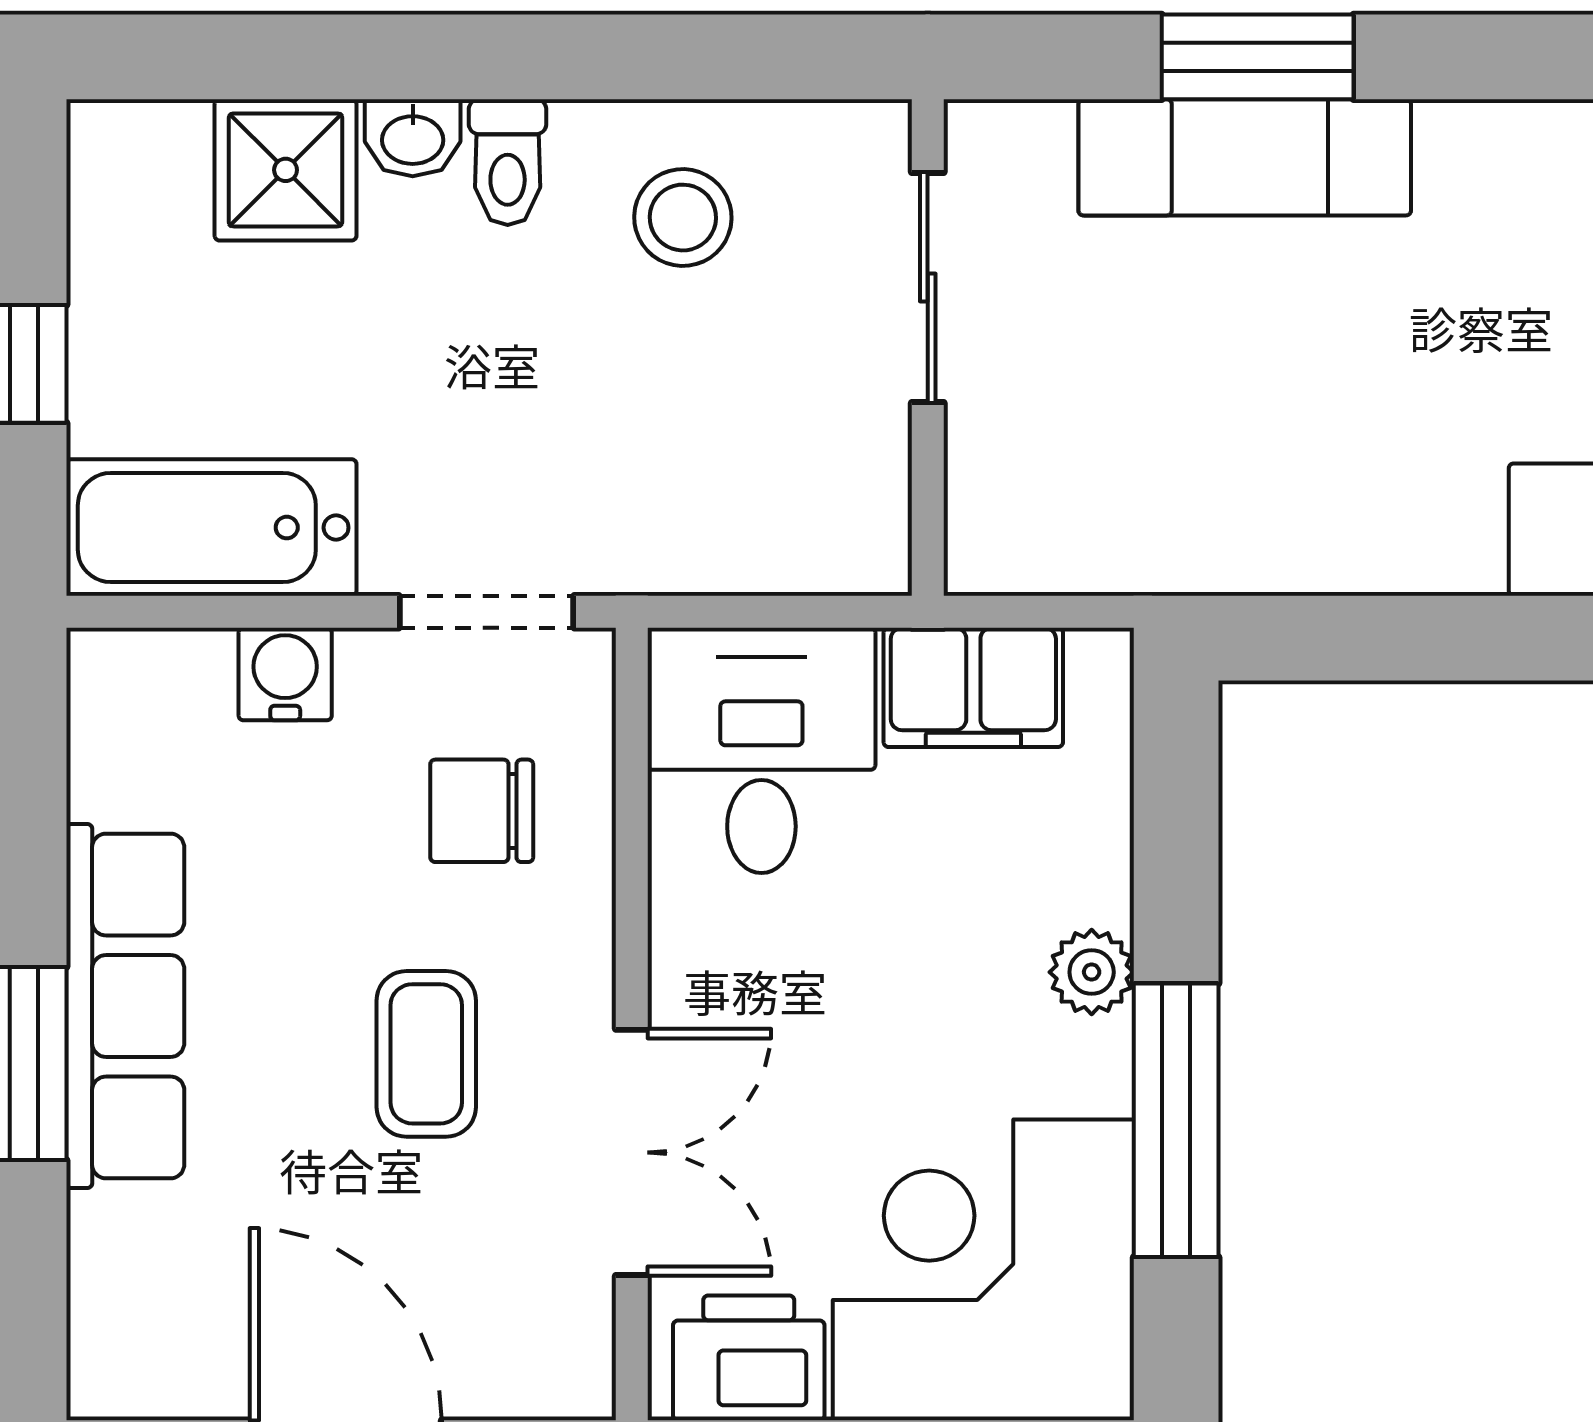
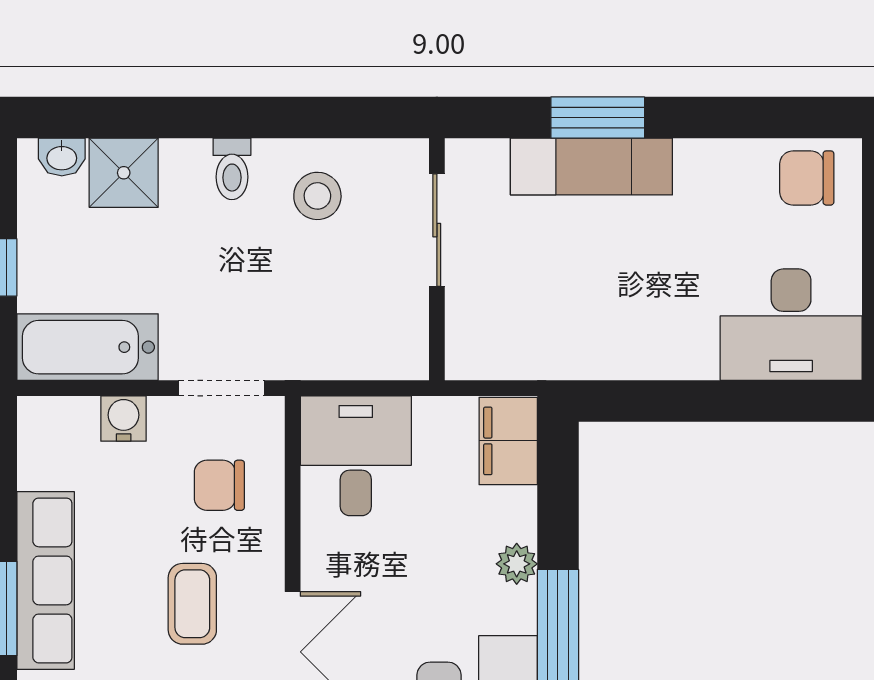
washbasin: (413, 138) -> (62, 157), moved
filing cabinet: (973, 687) -> (508, 441), moved, turned 90

